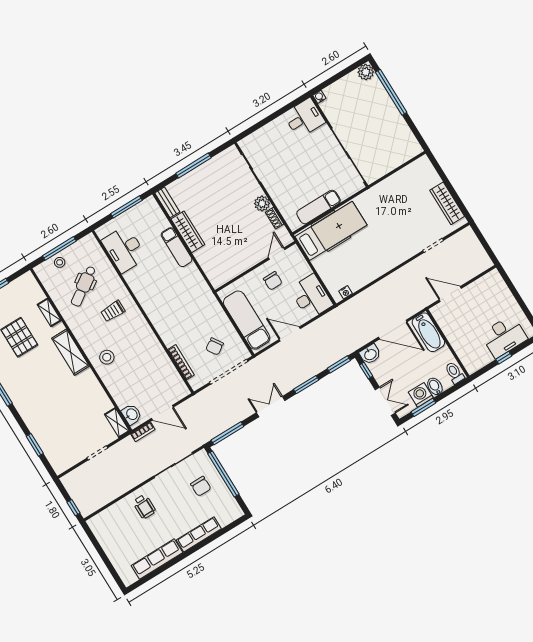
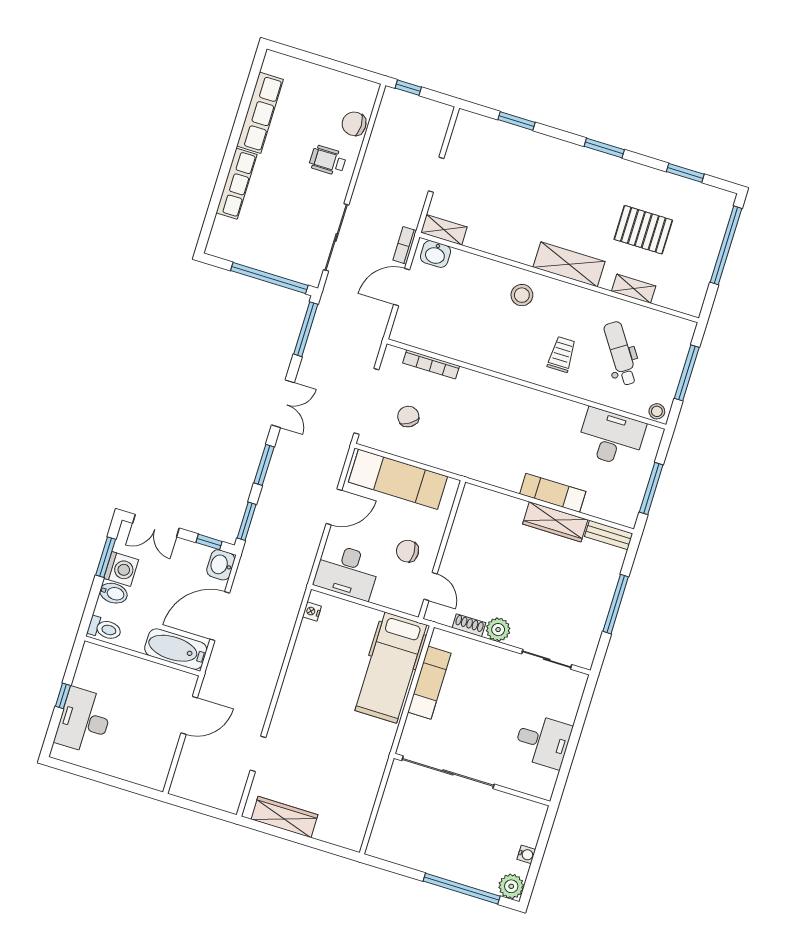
water cooler: (319, 97) -> (526, 854), moved
desk: (304, 118) -> (543, 741), moved, turned -90
stool: (60, 262) -> (657, 411), moved
chair: (201, 486) -> (354, 124), moved

